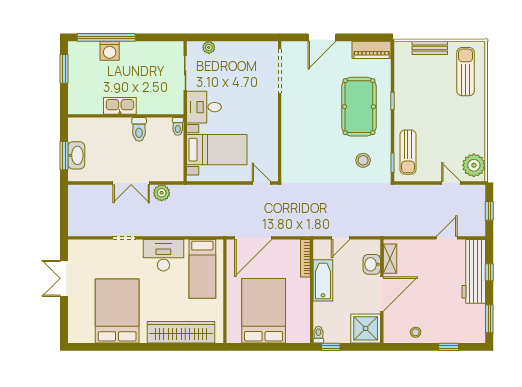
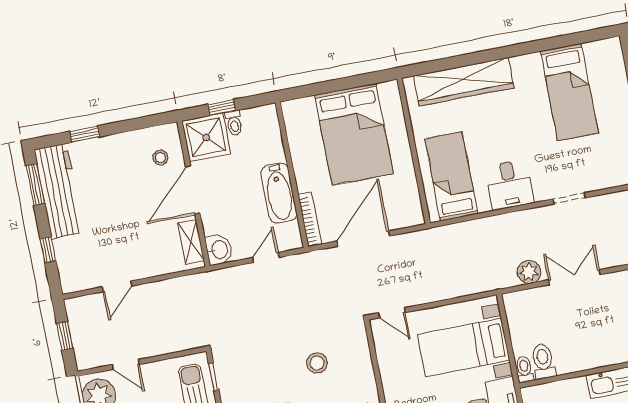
toilet: (139, 129) -> (543, 361), moved
stool: (363, 160) -> (317, 363), moved
door: (253, 238) -> (363, 239), moved
desk: (163, 255) -> (510, 185), width x0.73
washbasin: (372, 264) -> (219, 250), moved
workbench: (474, 271) -> (59, 191), moved
bed: (117, 311) -> (569, 92), width x0.67
stool: (416, 332) -> (160, 158), moved
toilet: (318, 335) -> (234, 123), moved
window: (331, 347) -> (222, 107), moved

